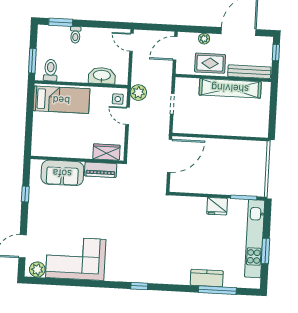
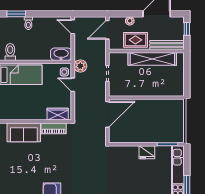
washbasin: (102, 76) -> (61, 54), moved

